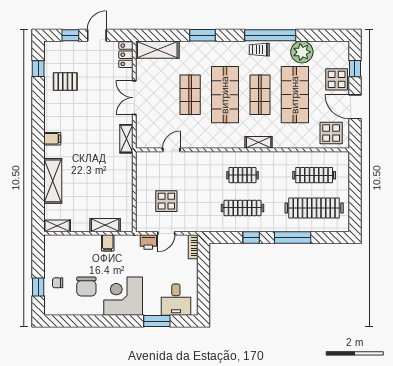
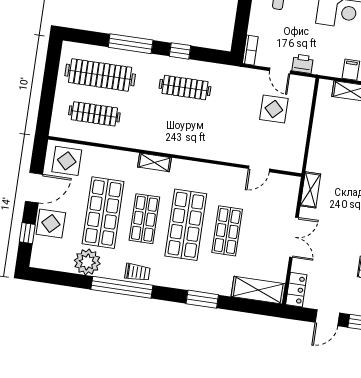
door: (355, 107) -> (34, 188), hinge flipped
clothes rail: (242, 175) -> (179, 126), removed
door: (166, 233) -> (280, 71), swing flipped

